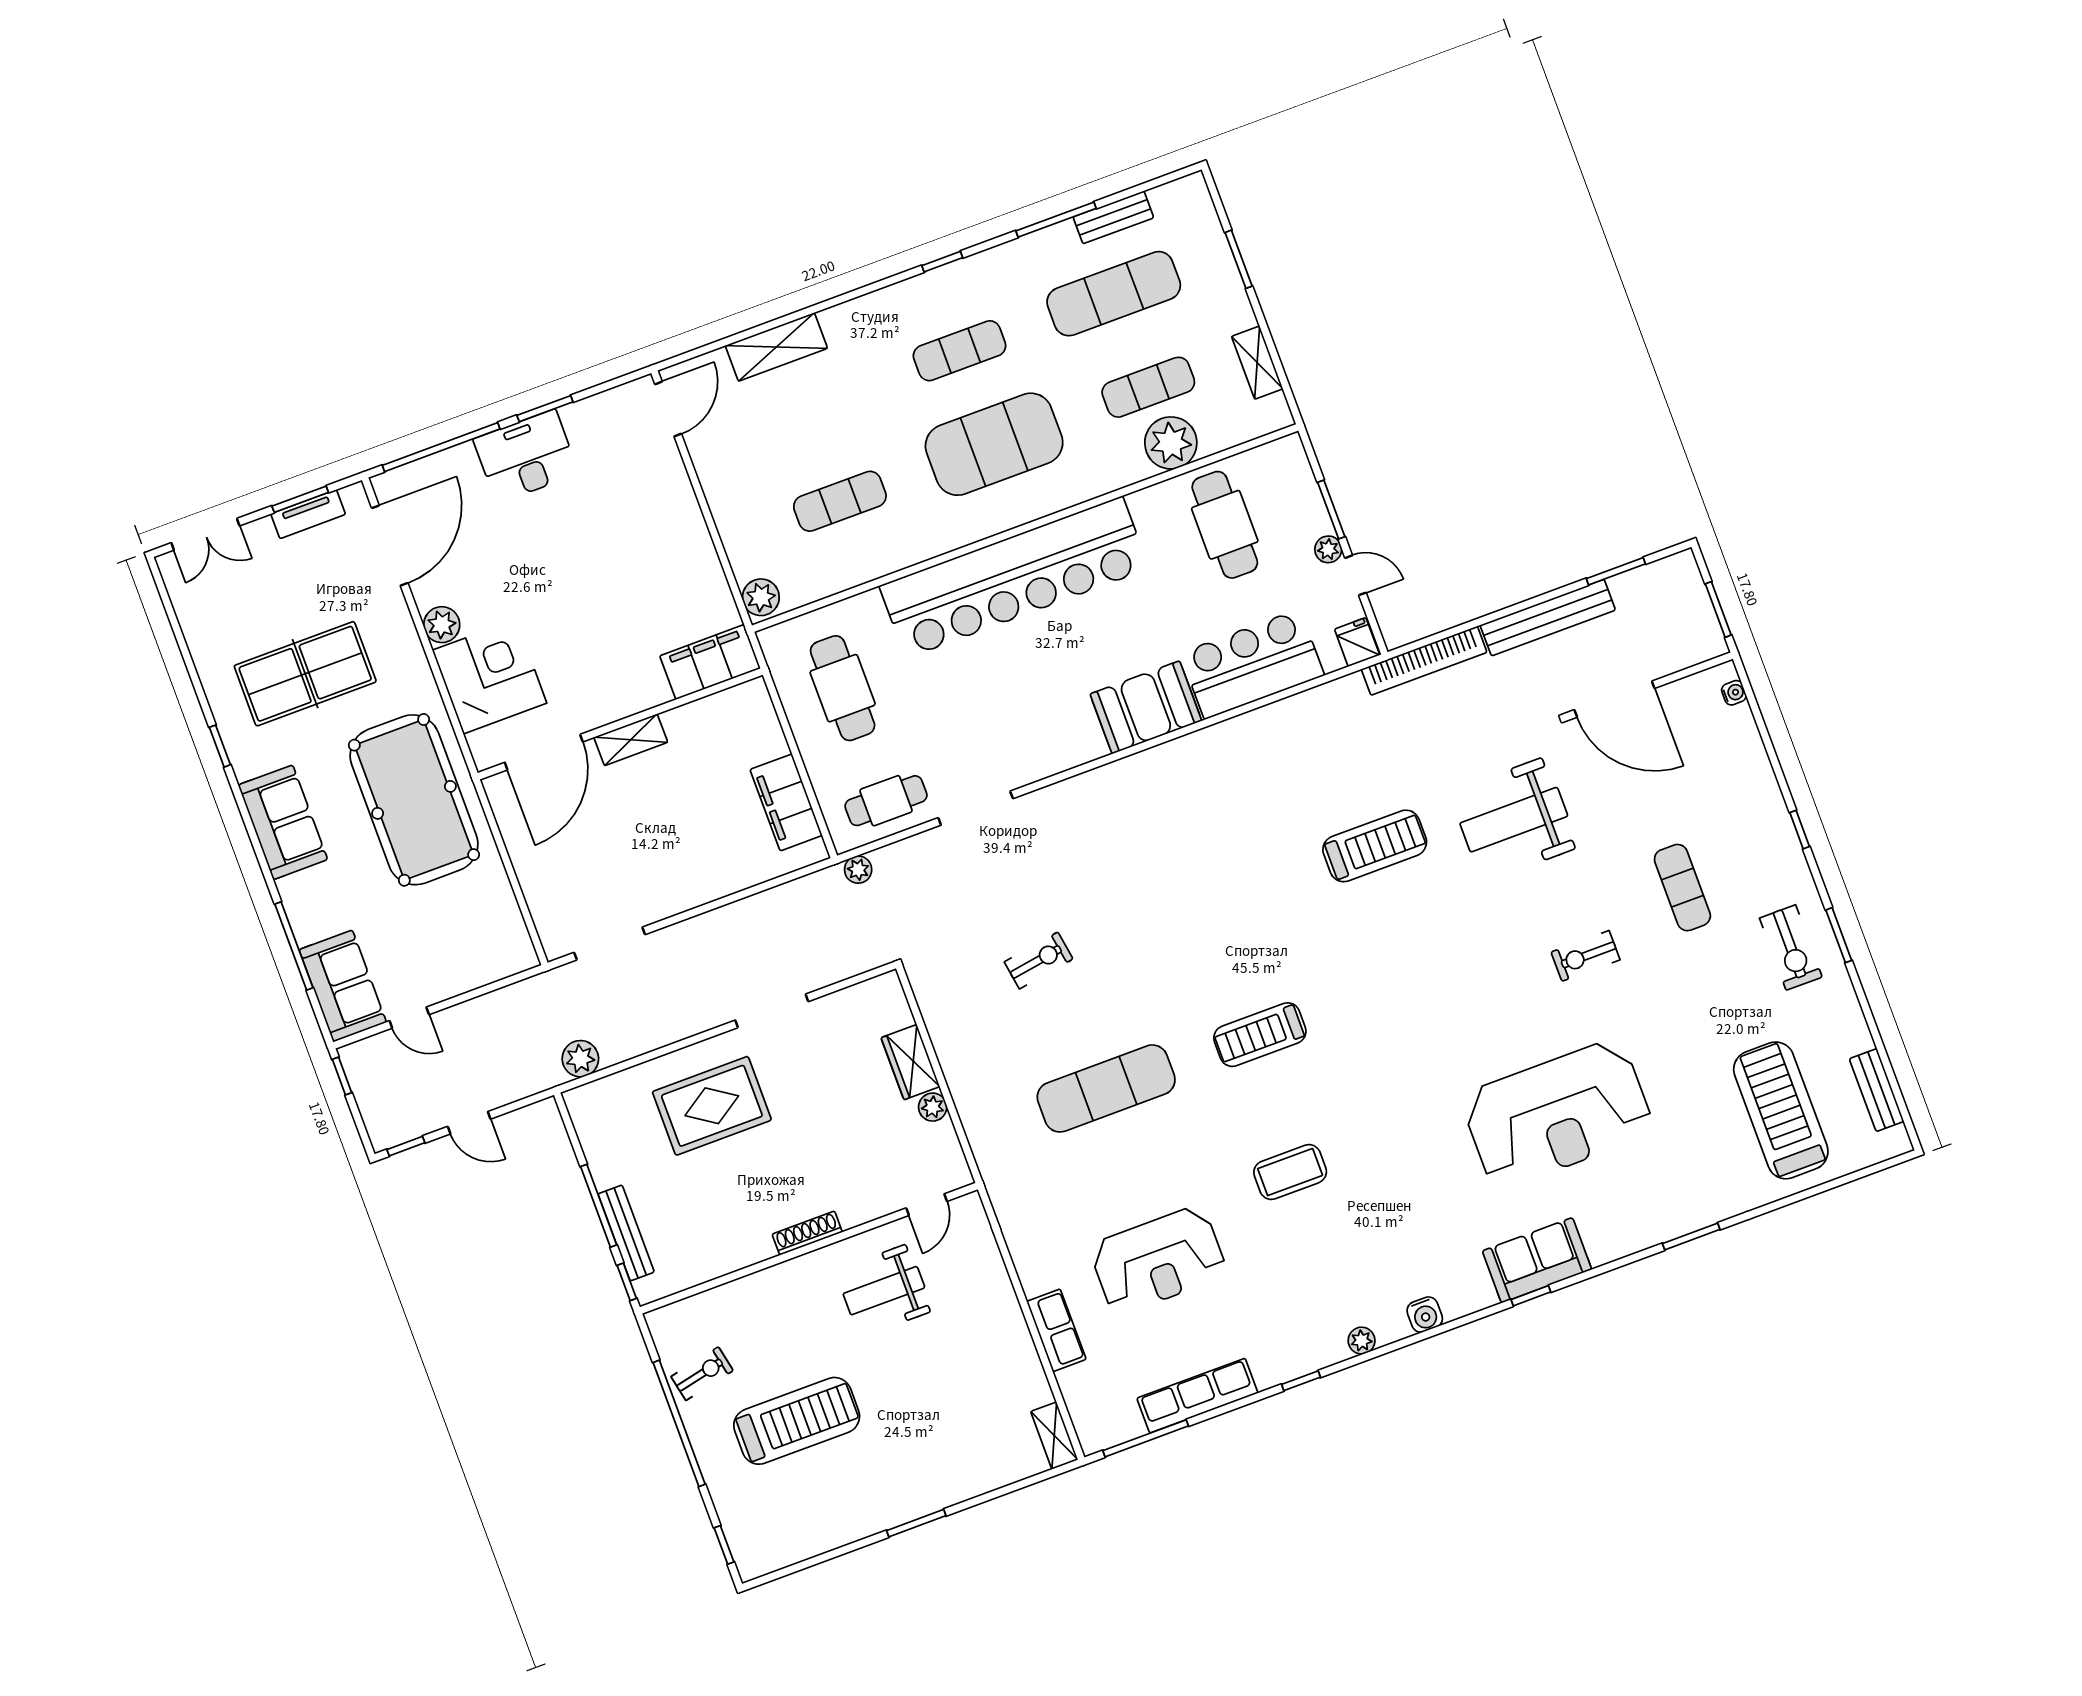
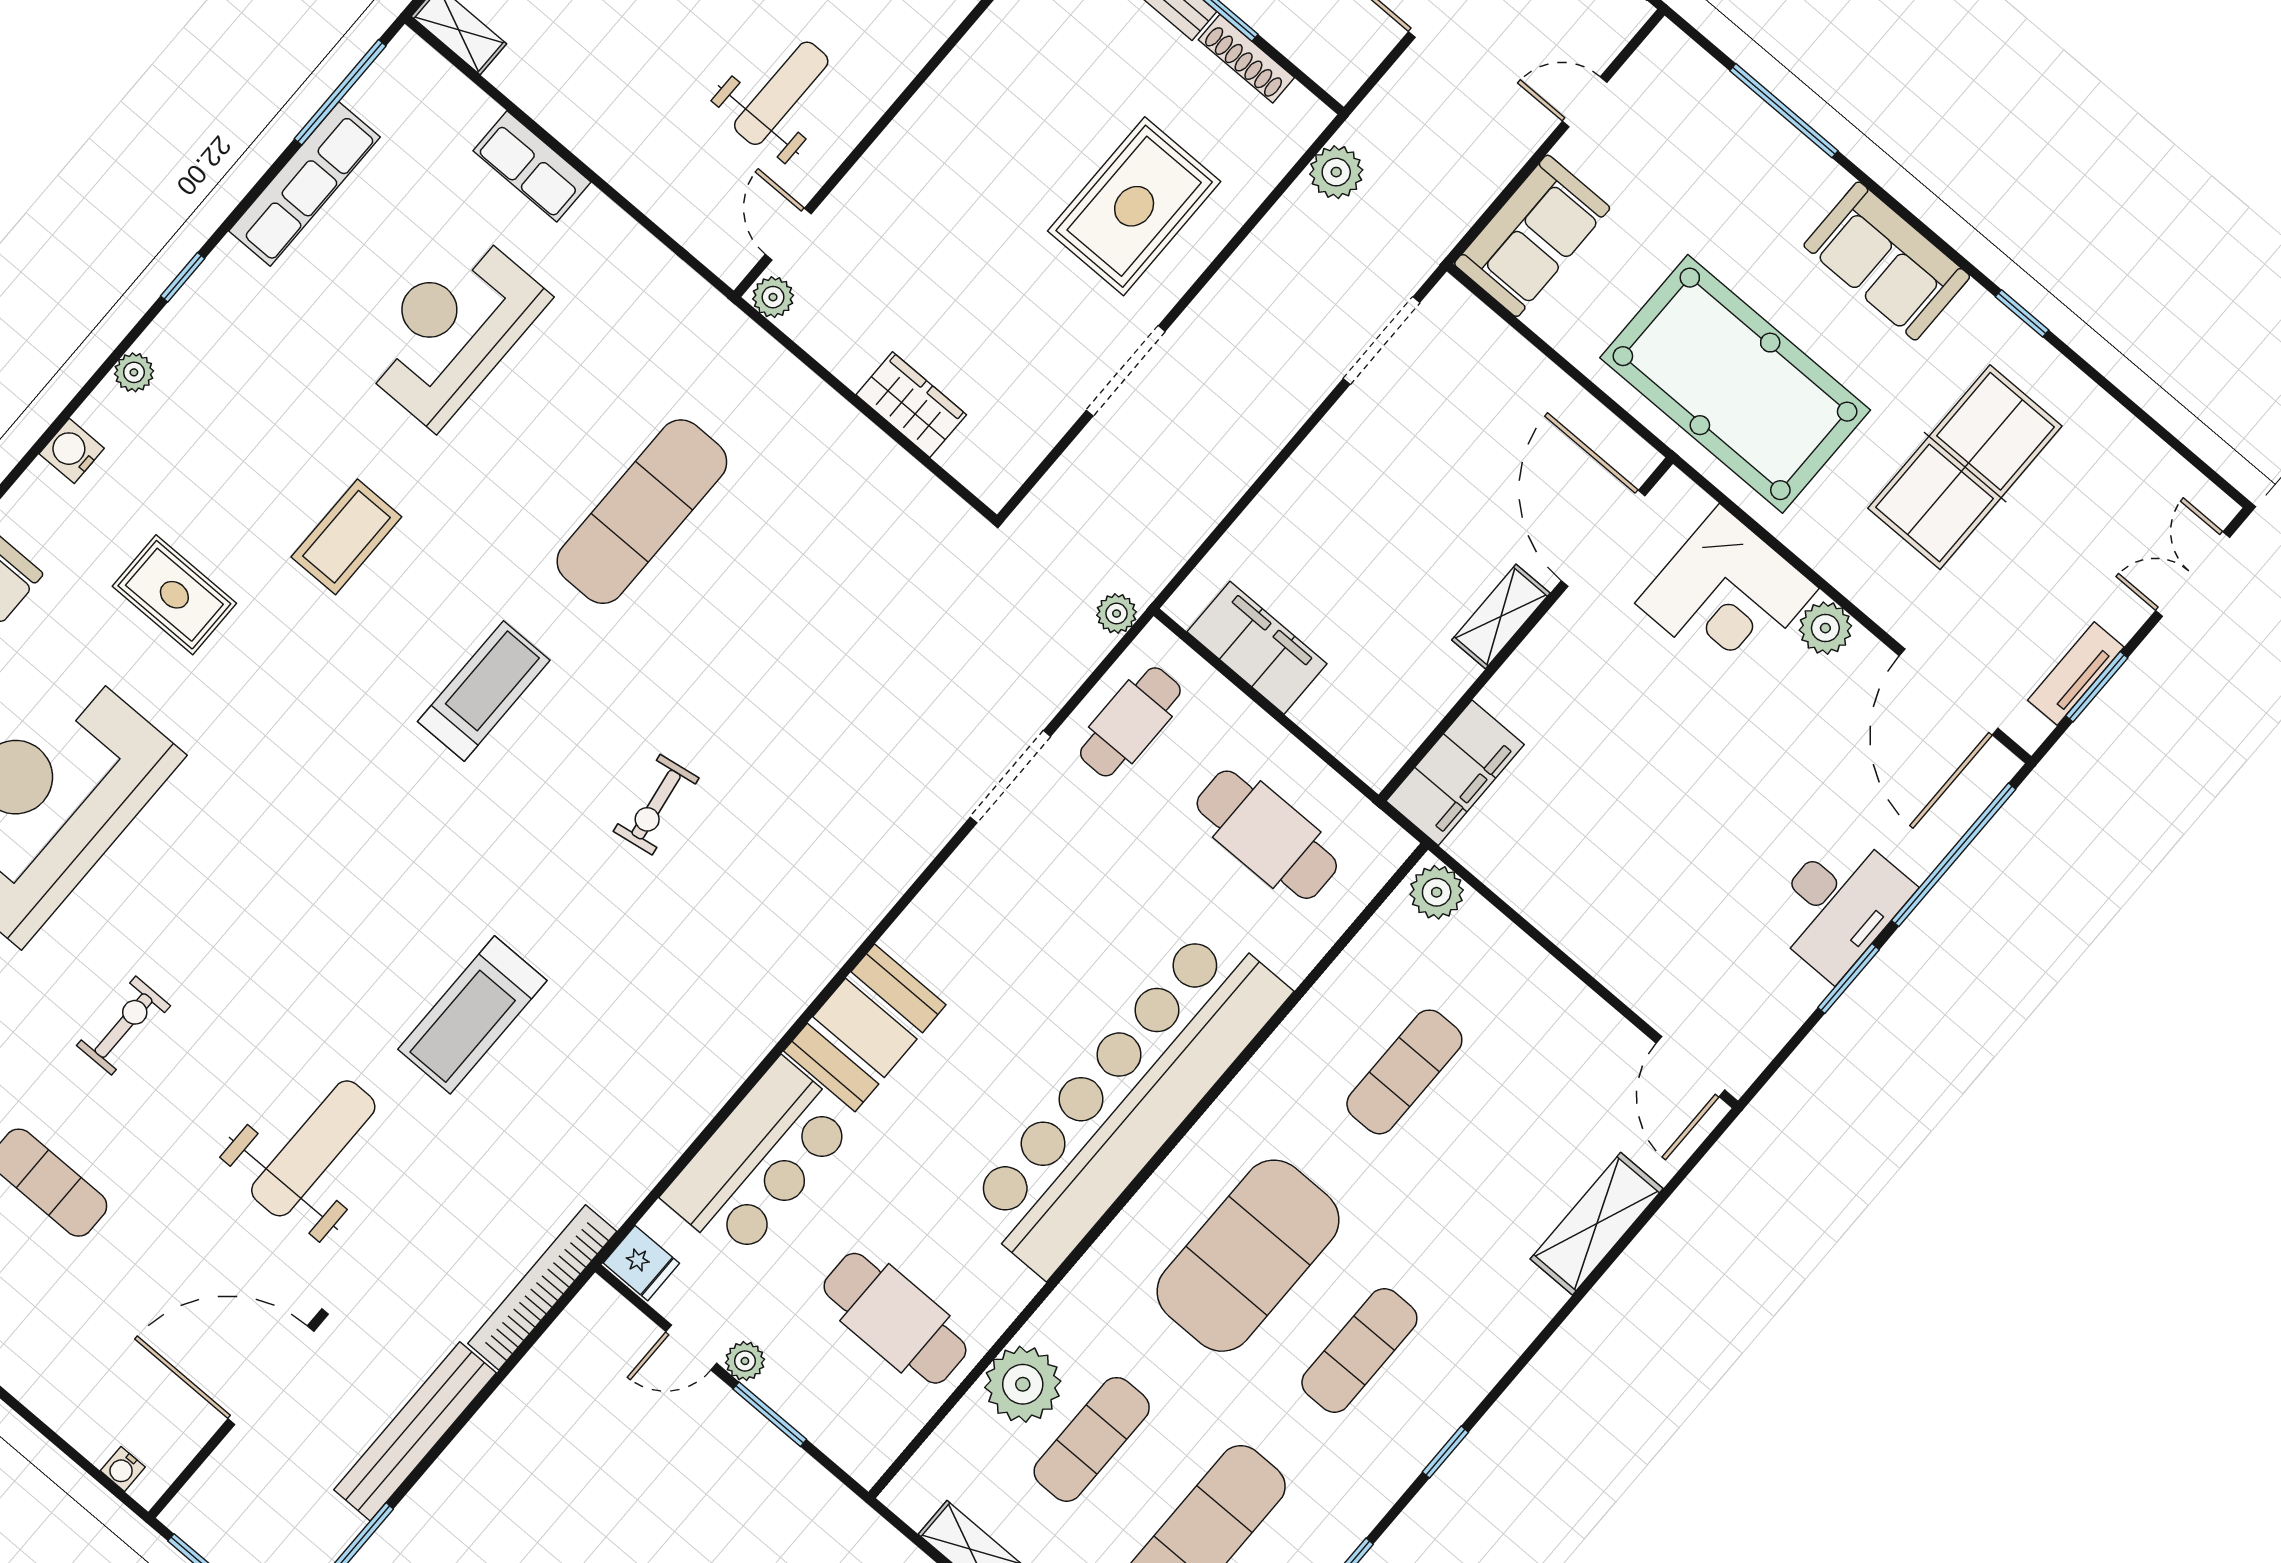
exercise bike: (1039, 960) -> (656, 805), moved
sofa: (343, 986) -> (1532, 236), moved, turned -90
plant: (933, 1107) -> (773, 297), moved
rug: (1412, 1195) -> (174, 595), added
shoe rack: (807, 1233) -> (1246, 59), moved, turned 90

